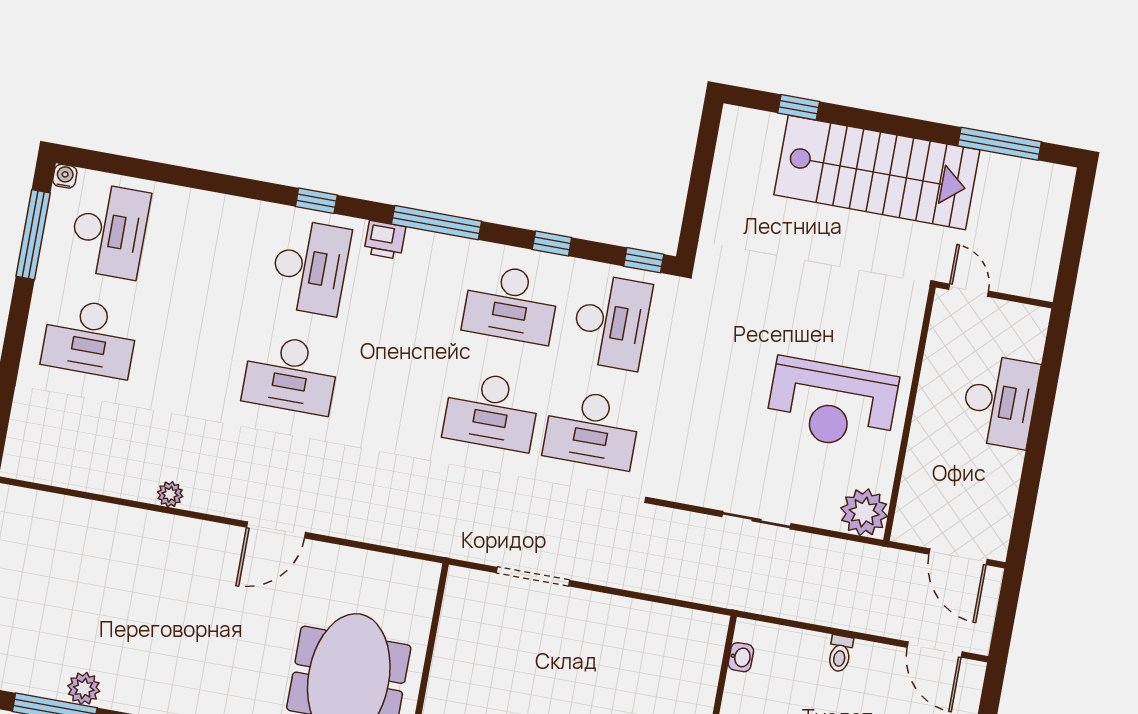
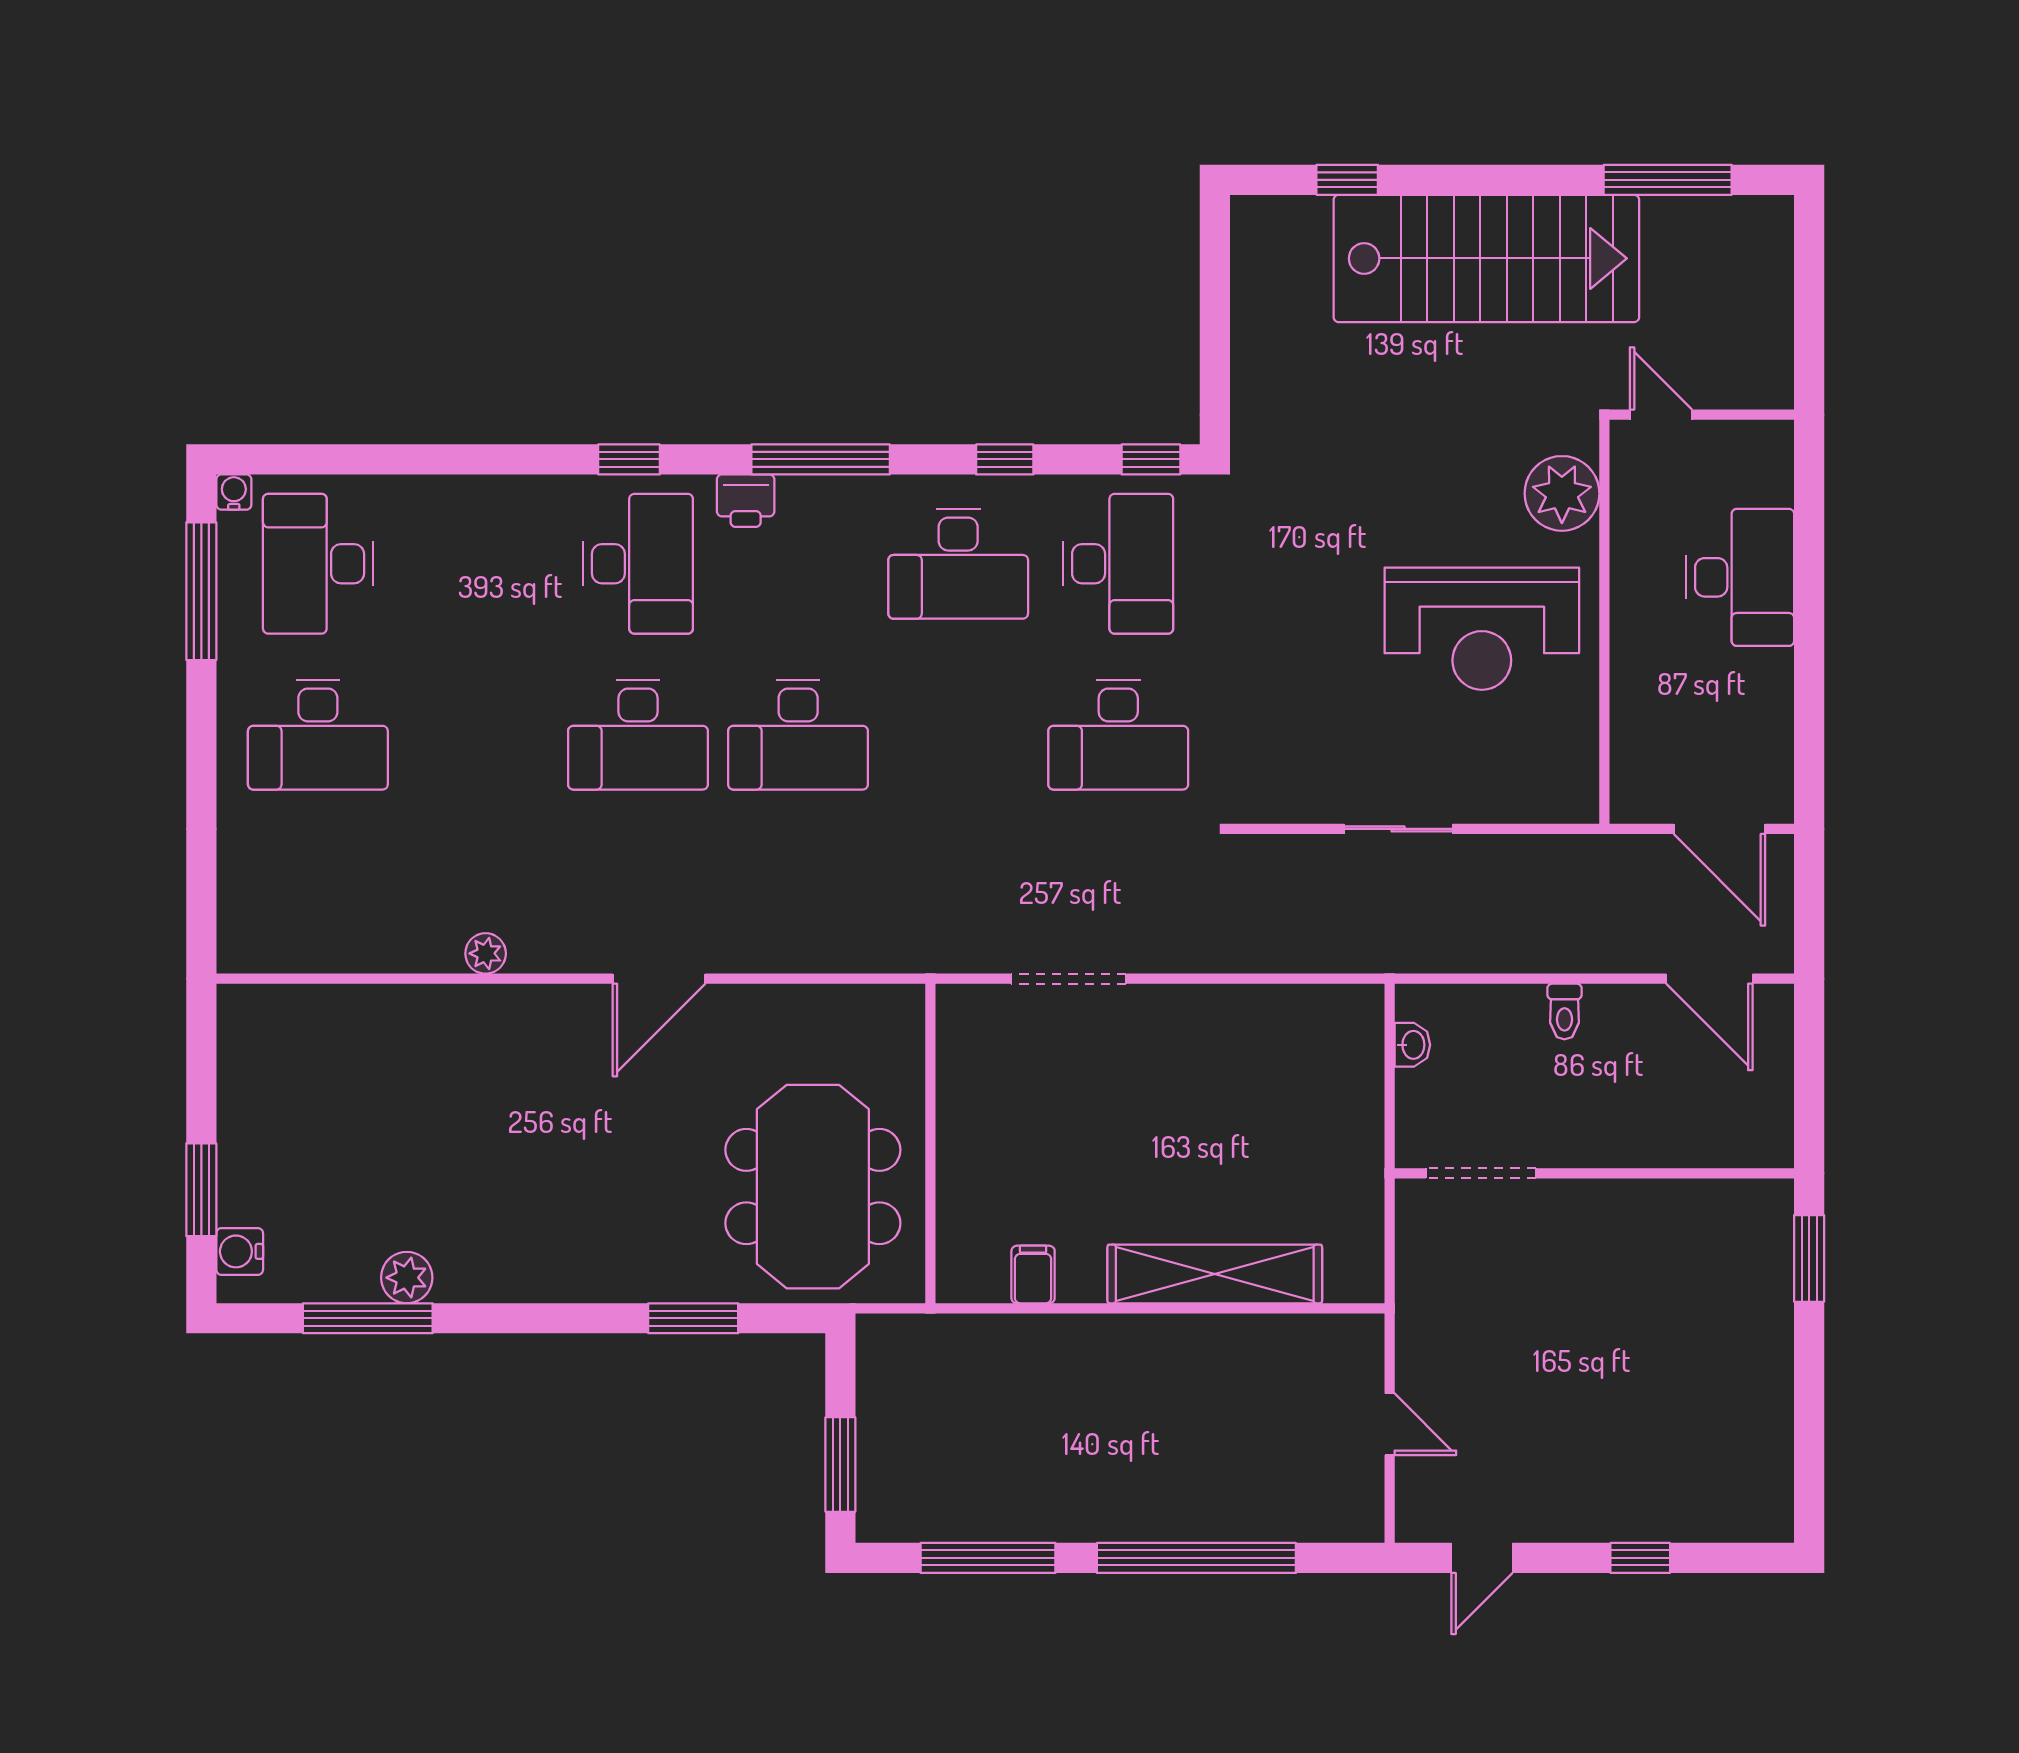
desk: (109, 231) -> (318, 564), turned 180
desk: (491, 411) -> (798, 735), moved
plant: (864, 512) -> (1562, 493), moved

